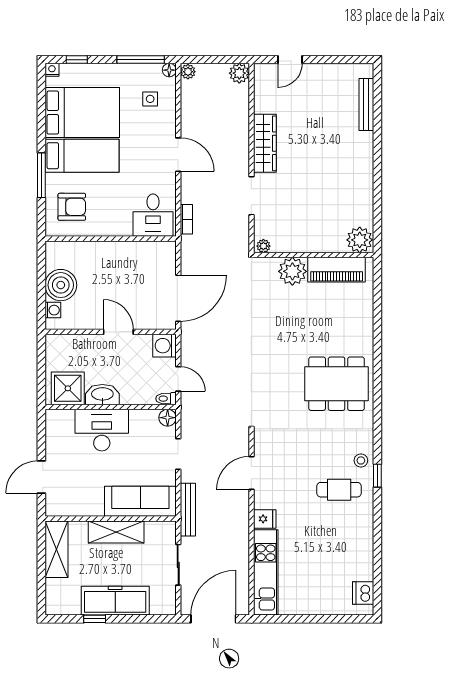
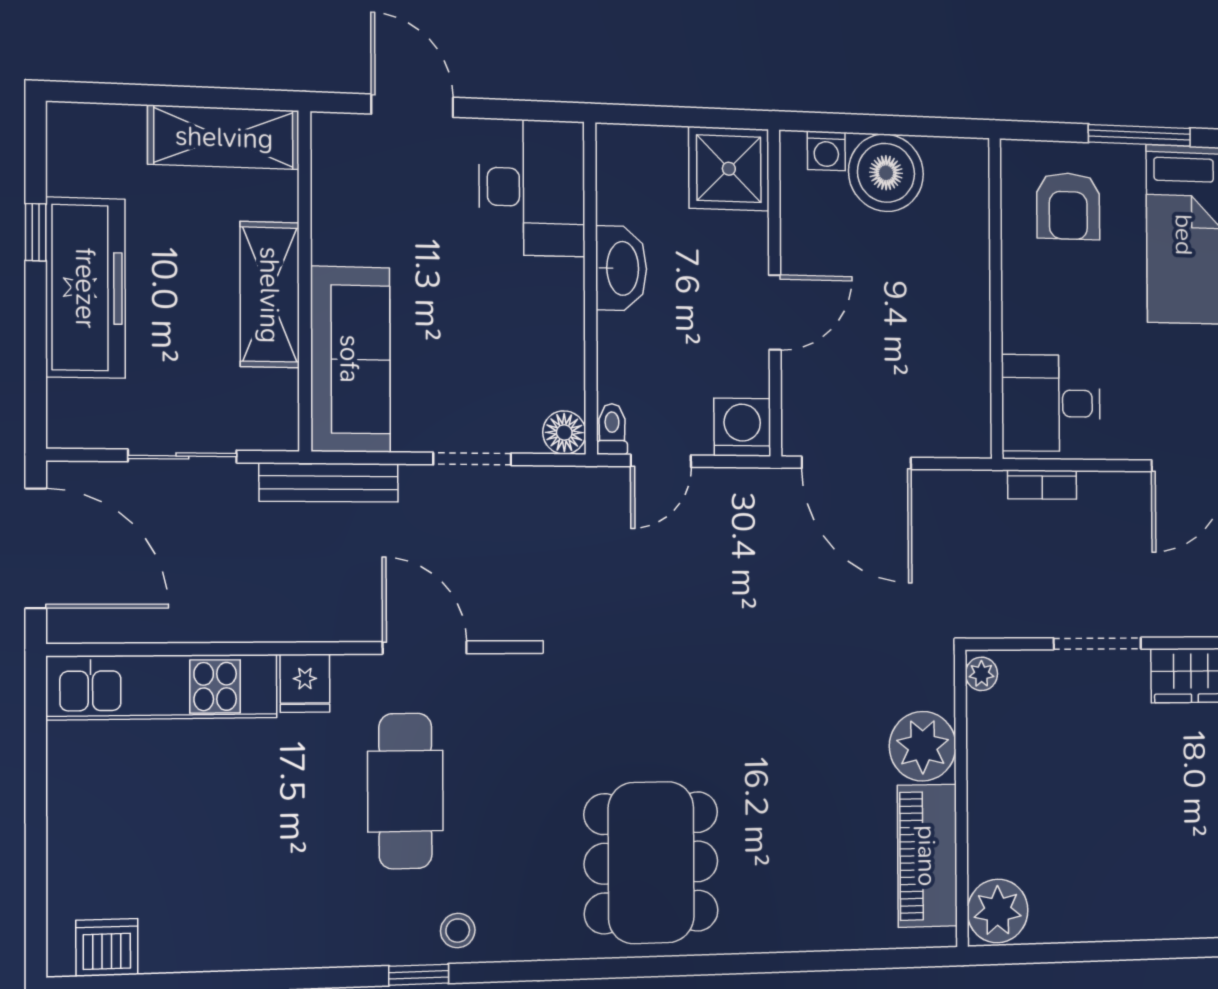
shower: (68, 388) -> (729, 169), moved
desk: (102, 430) -> (532, 188), moved
cafe table: (339, 490) -> (405, 791), moved, width x1.37, depth x1.35

